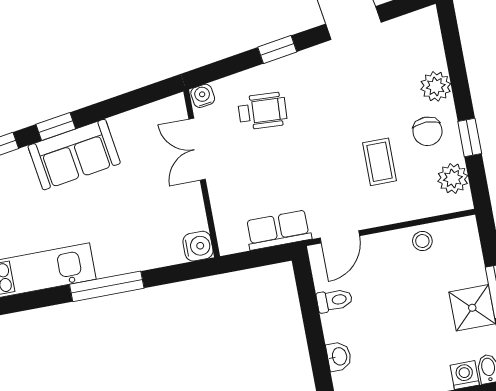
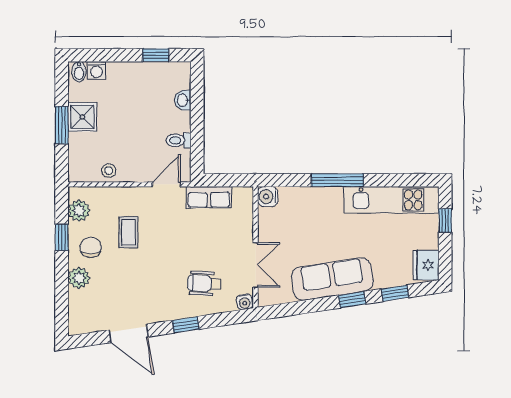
sofa: (74, 155) -> (332, 279), width x1.36

